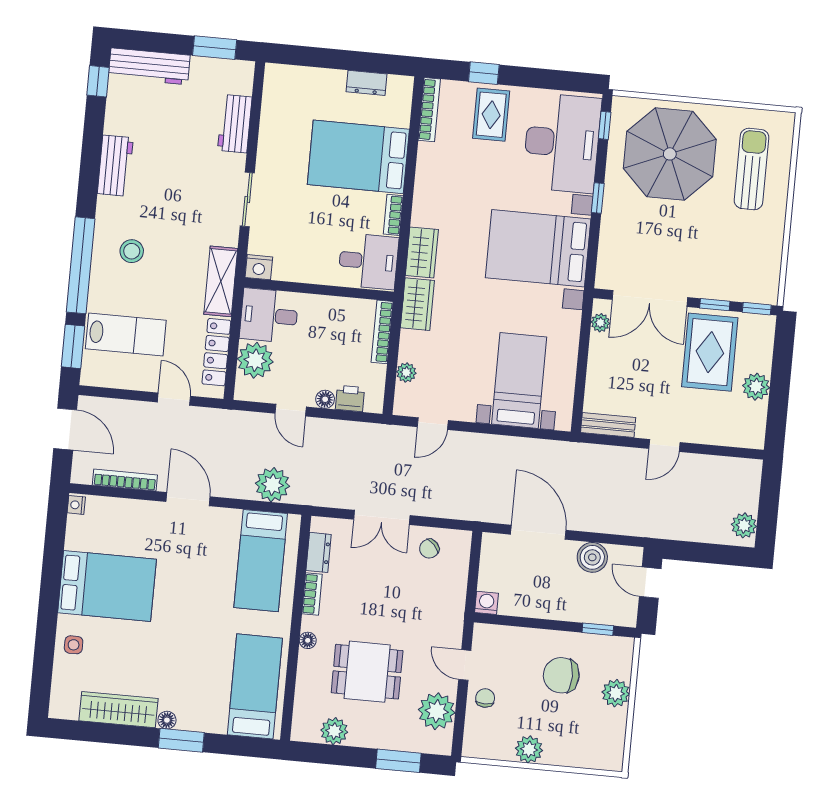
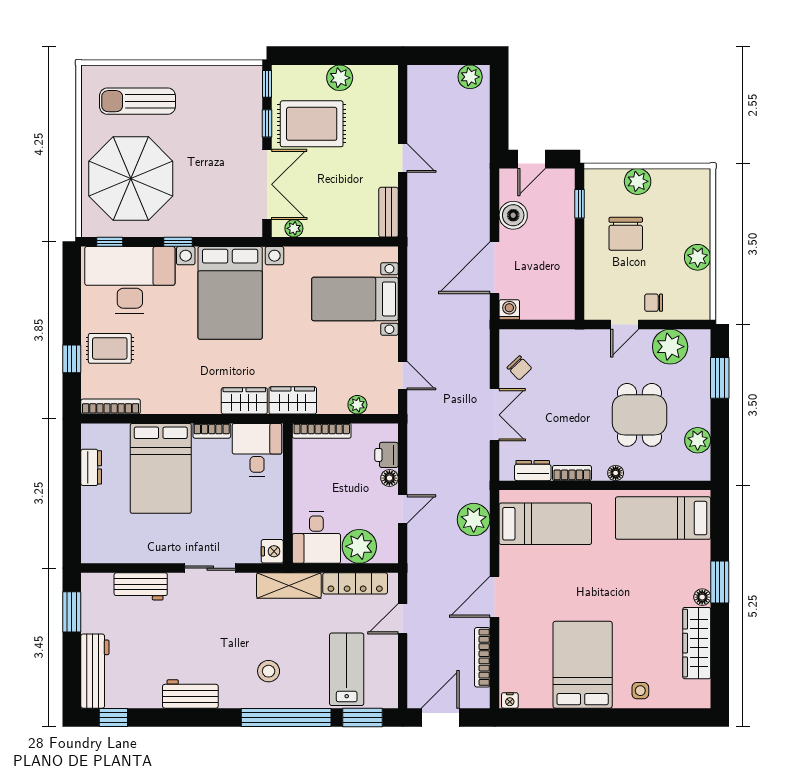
washing machine: (486, 603) -> (509, 310), moved, turned 90

